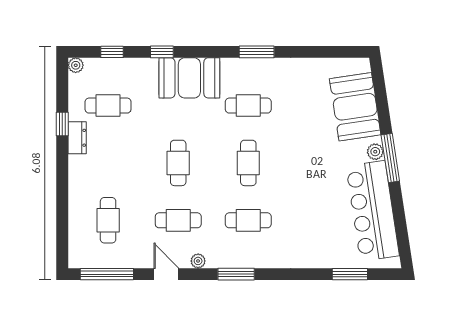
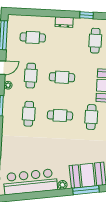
dresser: (77, 138) -> (64, 22), moved
window: (390, 158) -> (86, 190), moved

